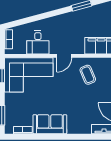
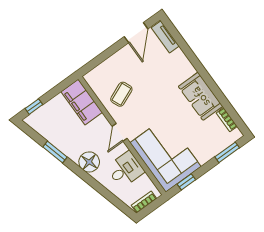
floor lamp: (59, 23) -> (89, 162), added
door: (64, 56) -> (120, 132), swing flipped

